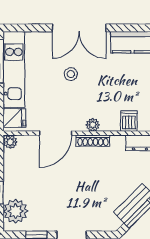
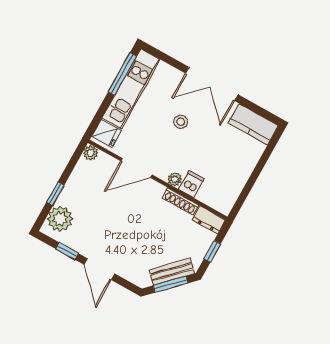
dishwasher: (129, 121) -> (191, 184), moved
shoe rack: (93, 141) -> (180, 201), moved

